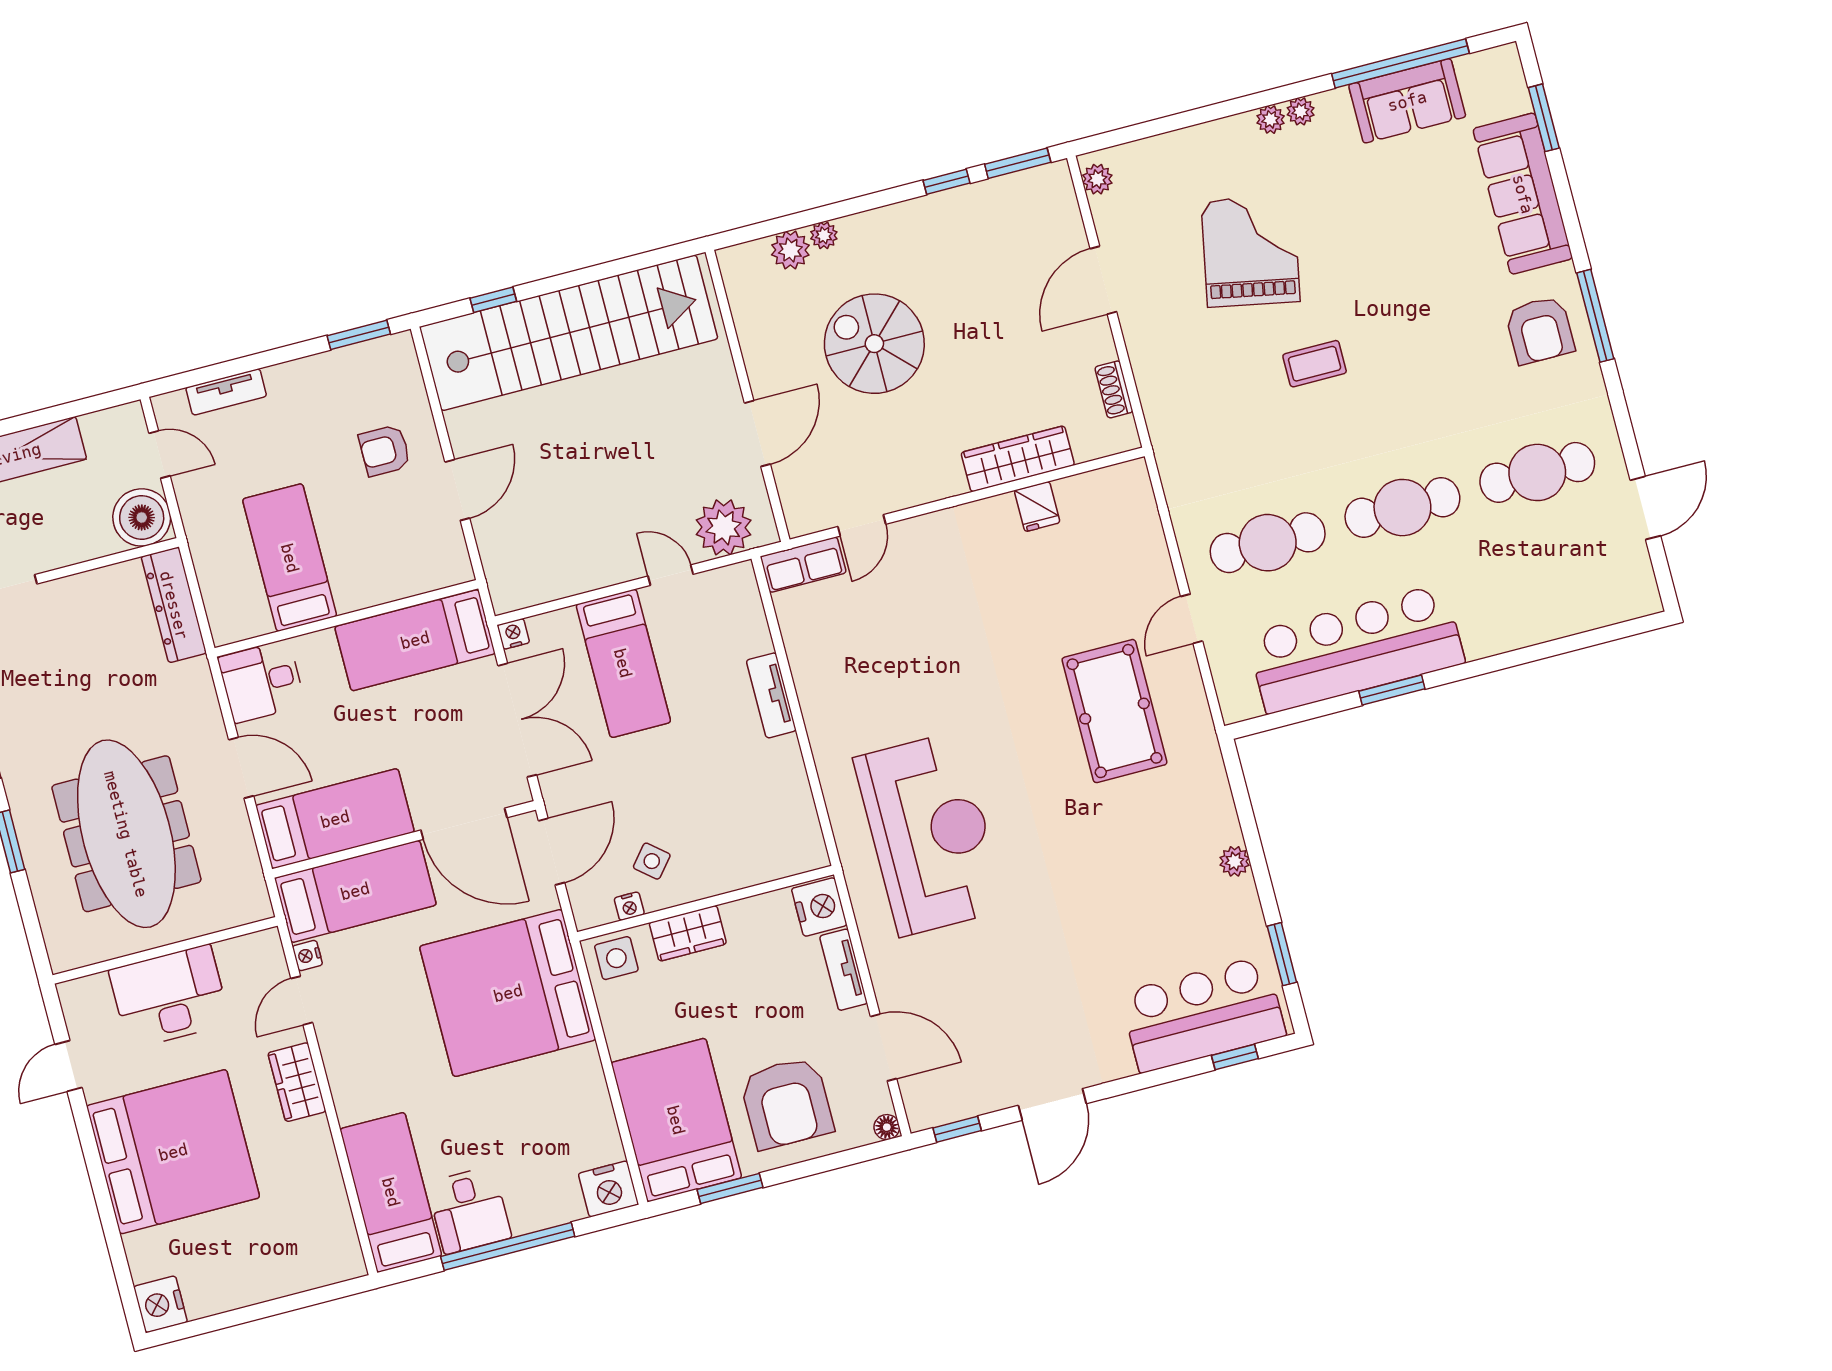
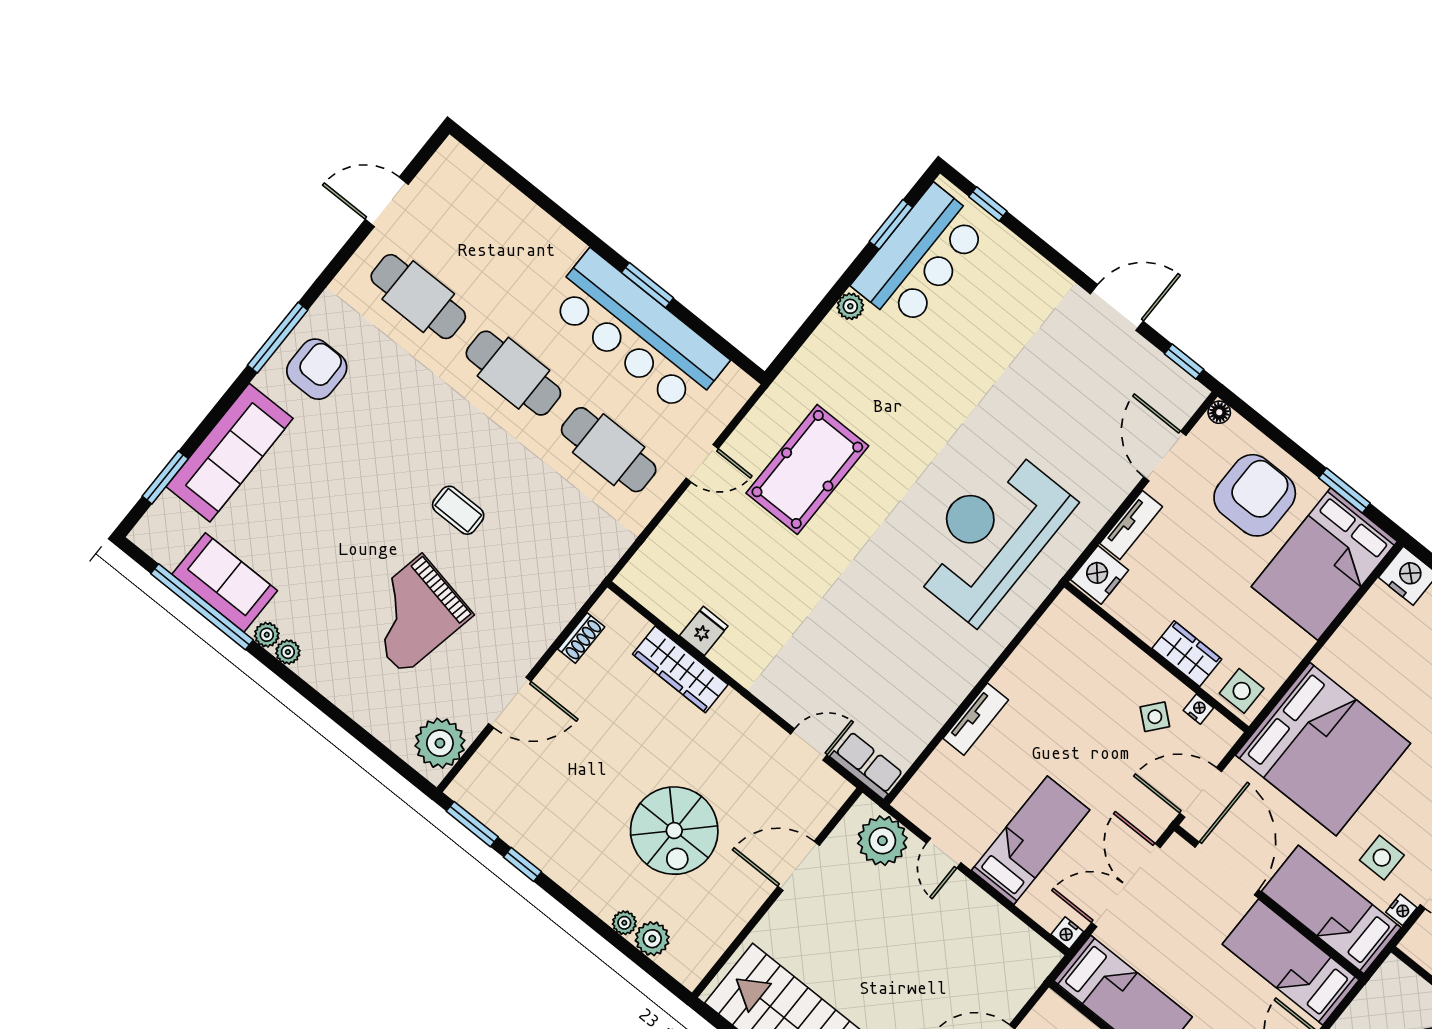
plant: (1271, 119) -> (267, 635), moved
plant: (1097, 179) -> (440, 743), width x1.88, depth x1.88
side table: (369, 973) -> (1382, 858), added
bar counter: (1203, 1014) -> (921, 257), moved, turned -90

